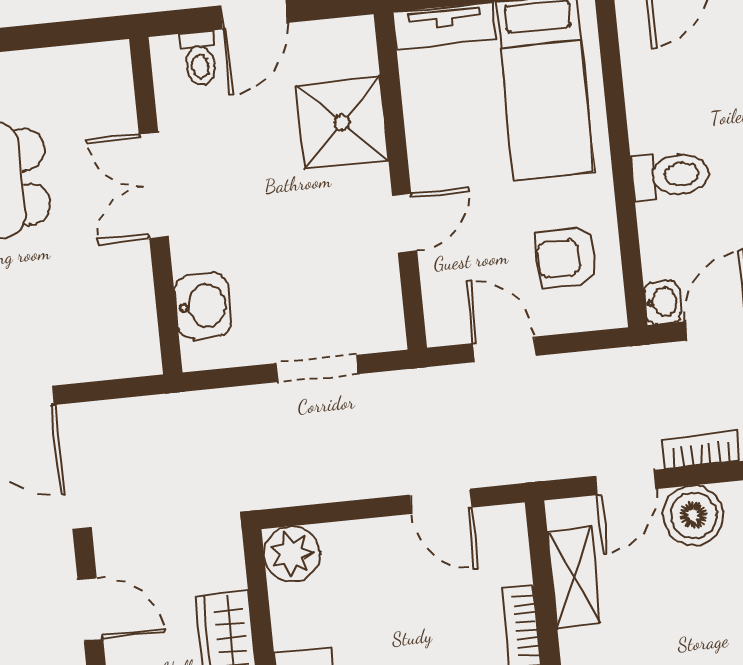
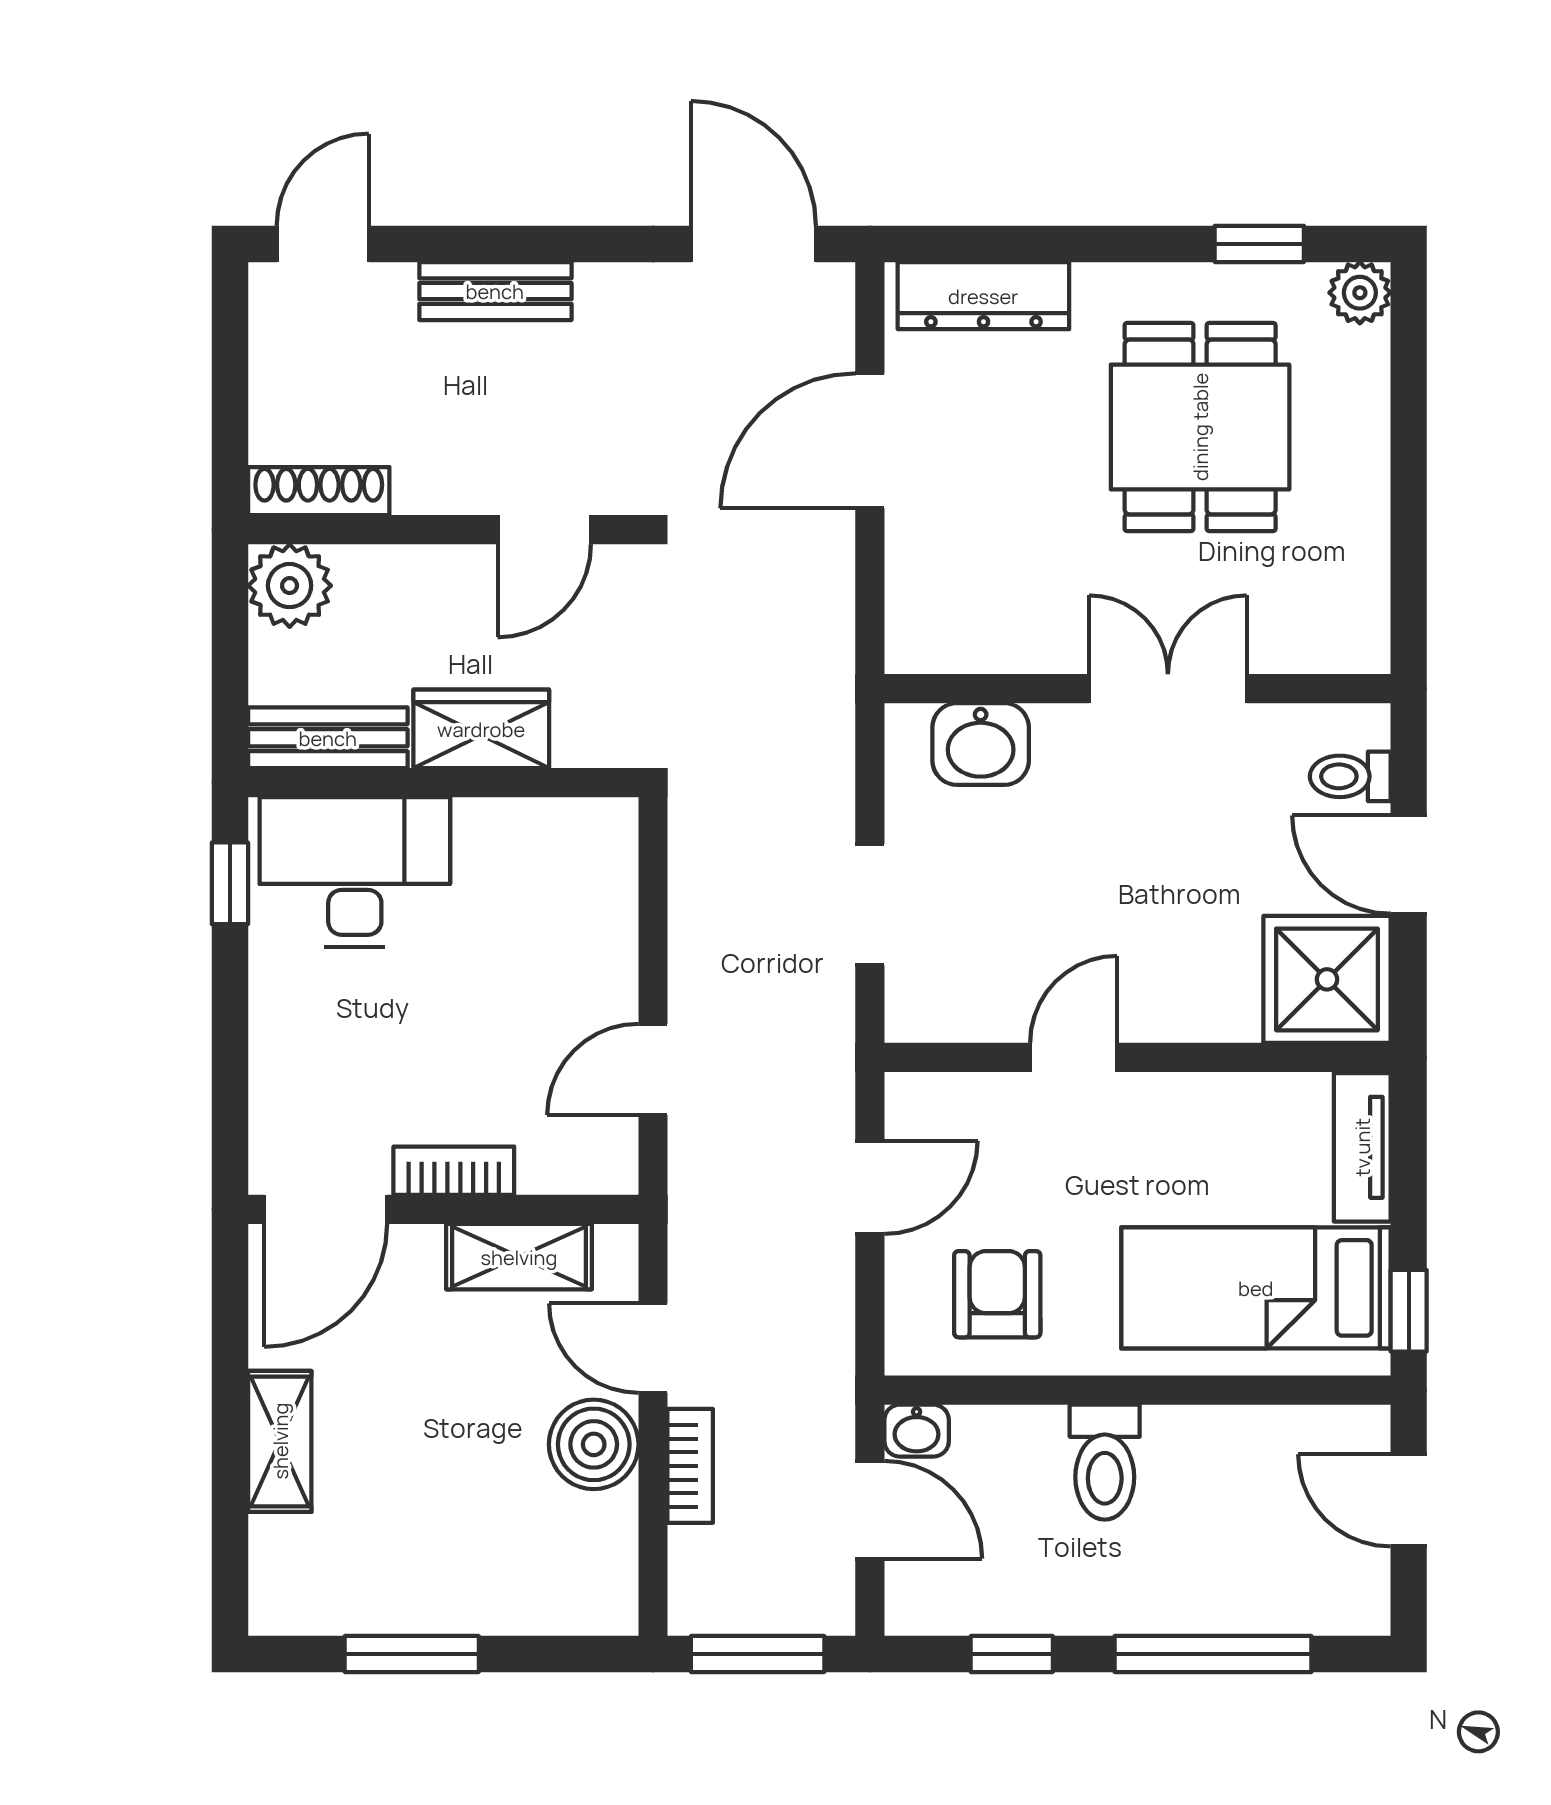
shower: (342, 123) -> (1327, 979), moved
door: (405, 223) -> (1074, 1057), swing flipped
plant: (292, 554) -> (597, 839), removed

